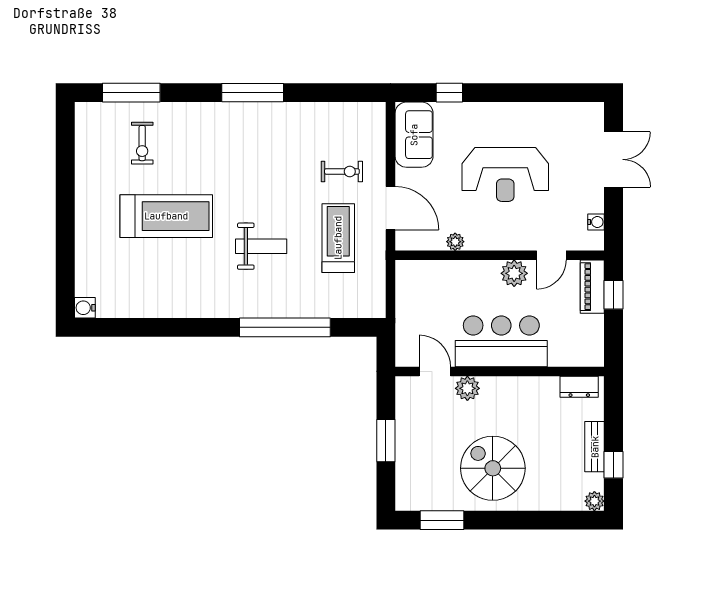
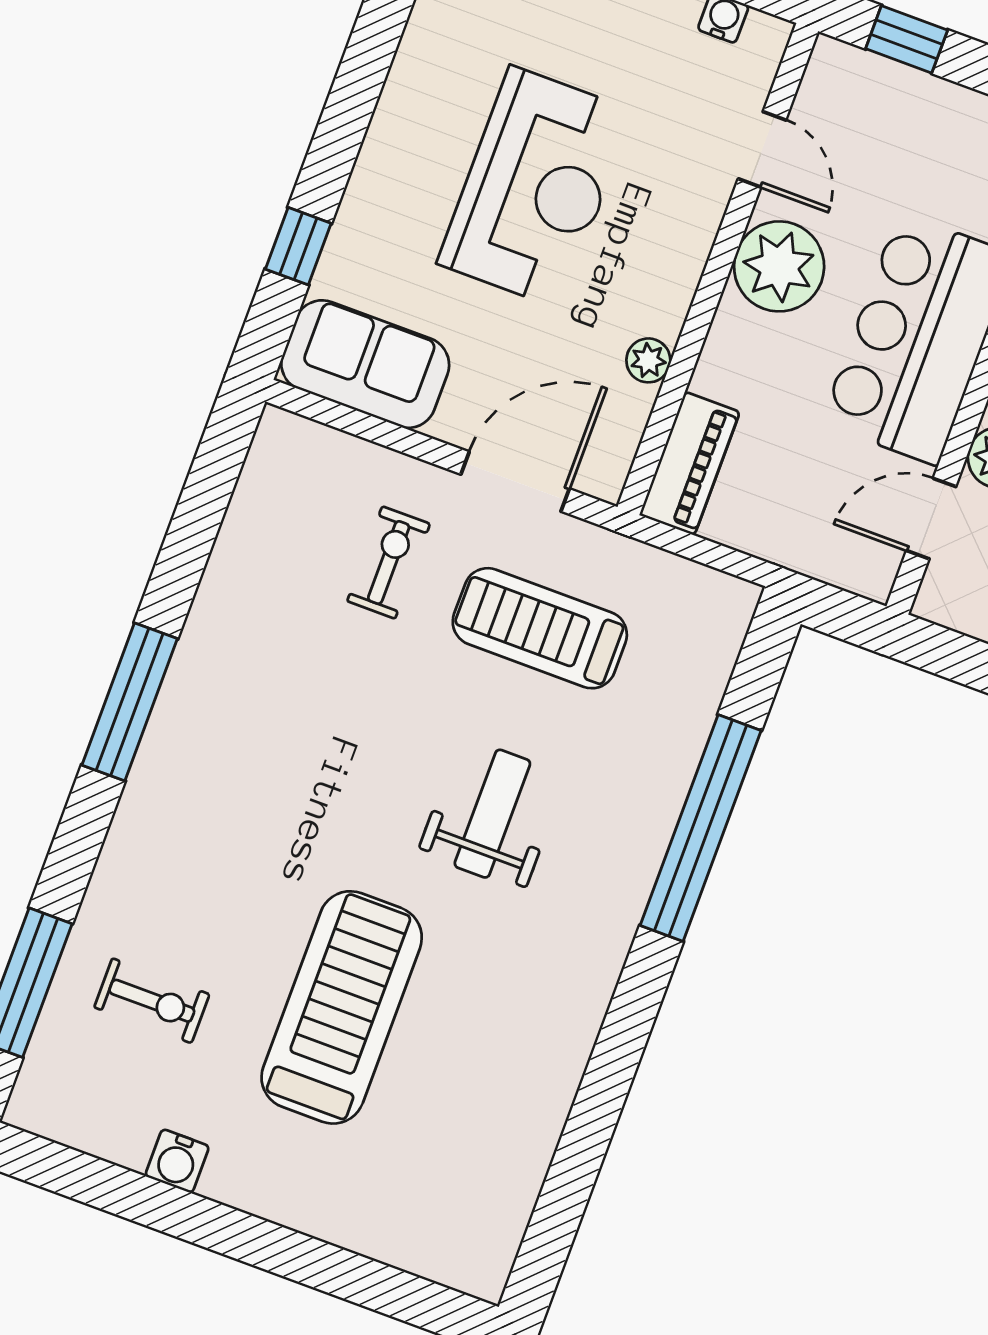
plant: (514, 273) -> (779, 266), width x1.36, depth x1.36
piano: (592, 287) -> (690, 464), moved, turned -90
water cooler: (85, 308) -> (177, 1161), moved

